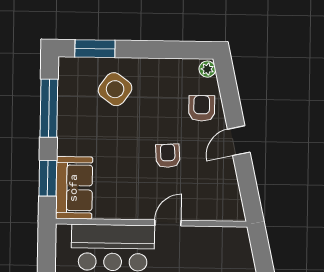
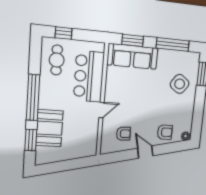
armchair: (168, 156) -> (123, 134), moved
sofa: (74, 188) -> (132, 56), width x1.36
door: (168, 223) -> (102, 110), hinge flipped

